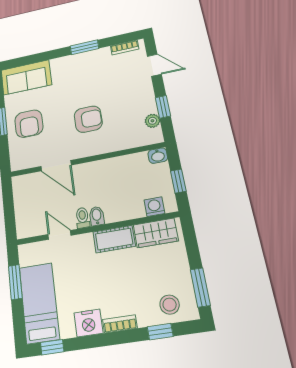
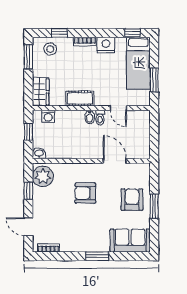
window: (84, 47) -> (97, 256), moved
plant: (152, 121) -> (43, 176), width x1.87, depth x1.87
wardrobe: (156, 233) -> (41, 92), moved, turned 90

